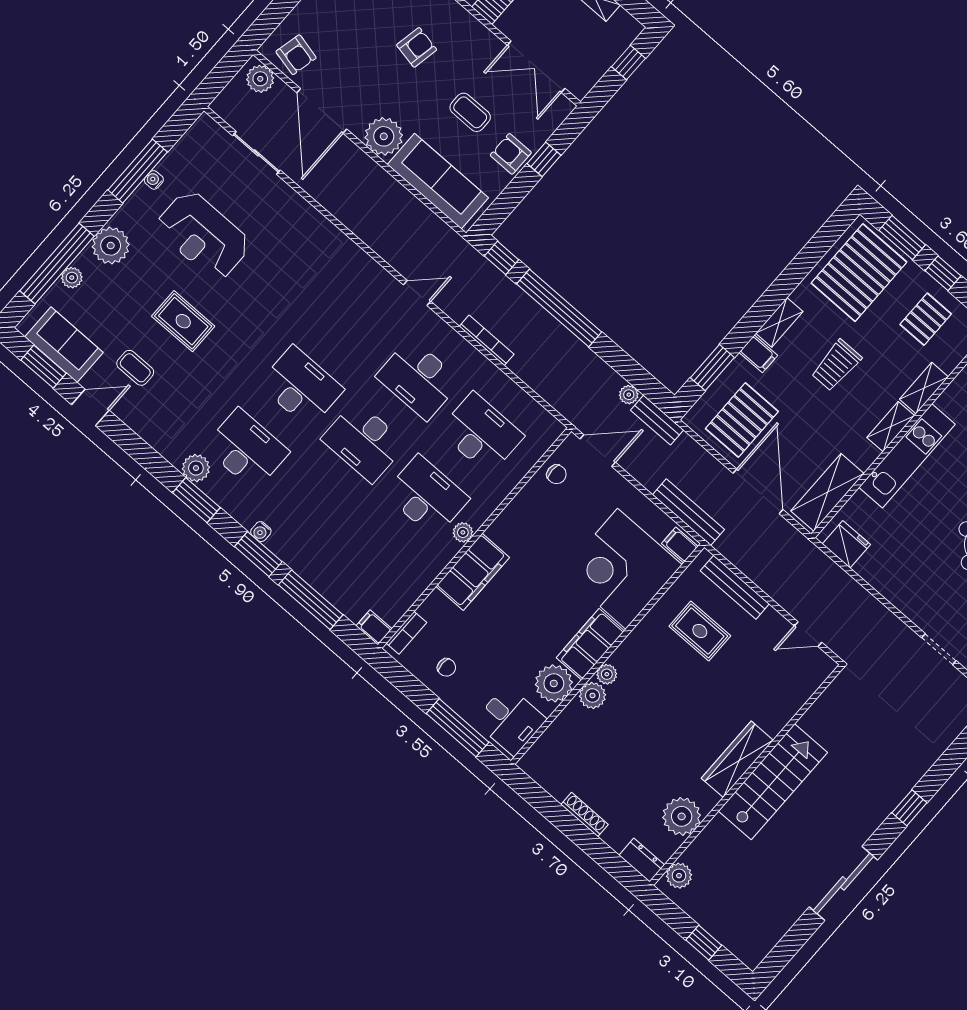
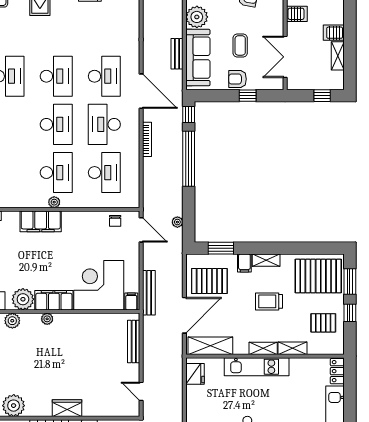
armchair: (511, 154) -> (237, 79), turned -90
door: (417, 293) -> (141, 91), width x1.87
desk: (356, 324) -> (104, 76), added
bench: (657, 420) -> (177, 54), moved
desk: (364, 441) -> (56, 124), turned 180
rug: (700, 631) -> (101, 343), removed
plant: (592, 695) -> (12, 321), moved
wardrobe: (737, 759) -> (67, 408), width x0.67

